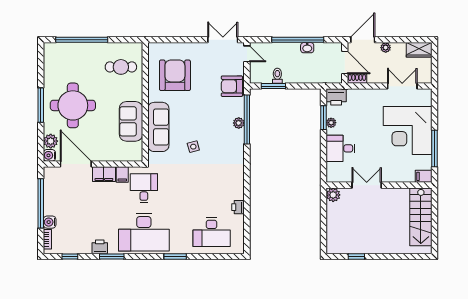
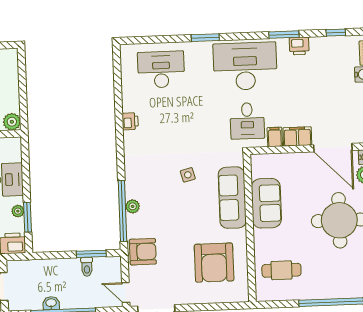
printer: (238, 207) -> (130, 121), moved

